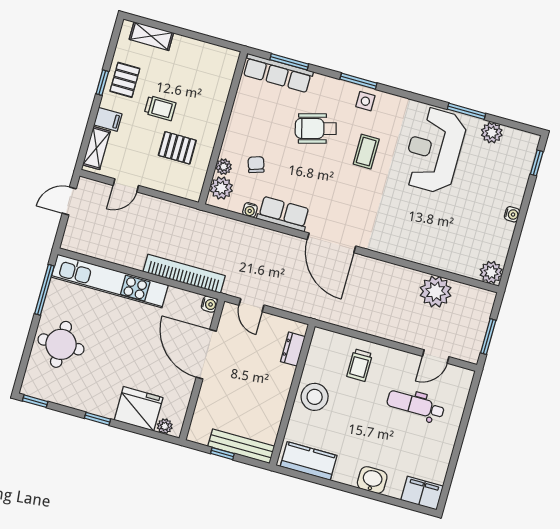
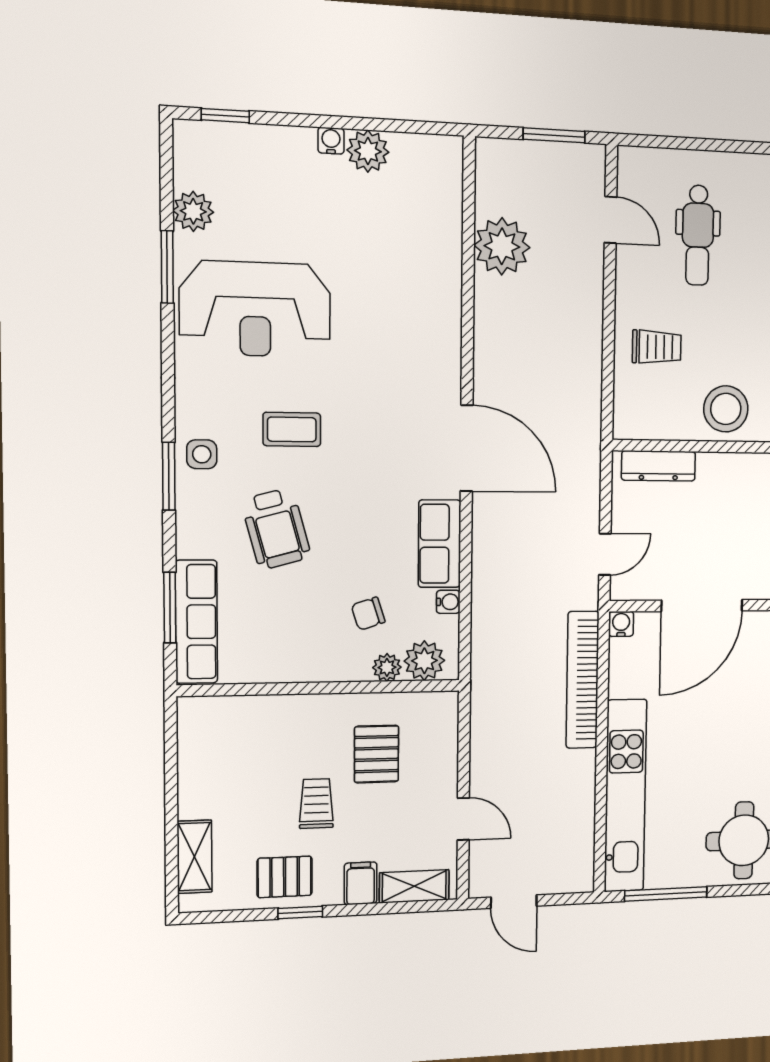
door: (331, 243) -> (467, 448), hinge flipped
plant: (491, 272) -> (368, 151), moved
dresser: (293, 349) -> (659, 466), width x1.44

